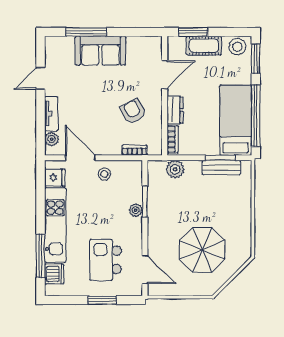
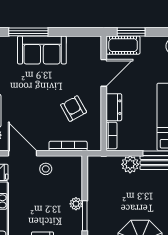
cot: (204, 46) -> (123, 45), moved
bookcase: (135, 150) -> (68, 146), width x1.56
plant: (175, 169) -> (130, 164), moved
window: (145, 202) -> (85, 216), moved

